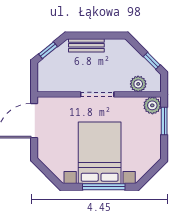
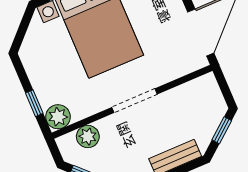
window: (164, 121) -> (34, 103), width x0.67

